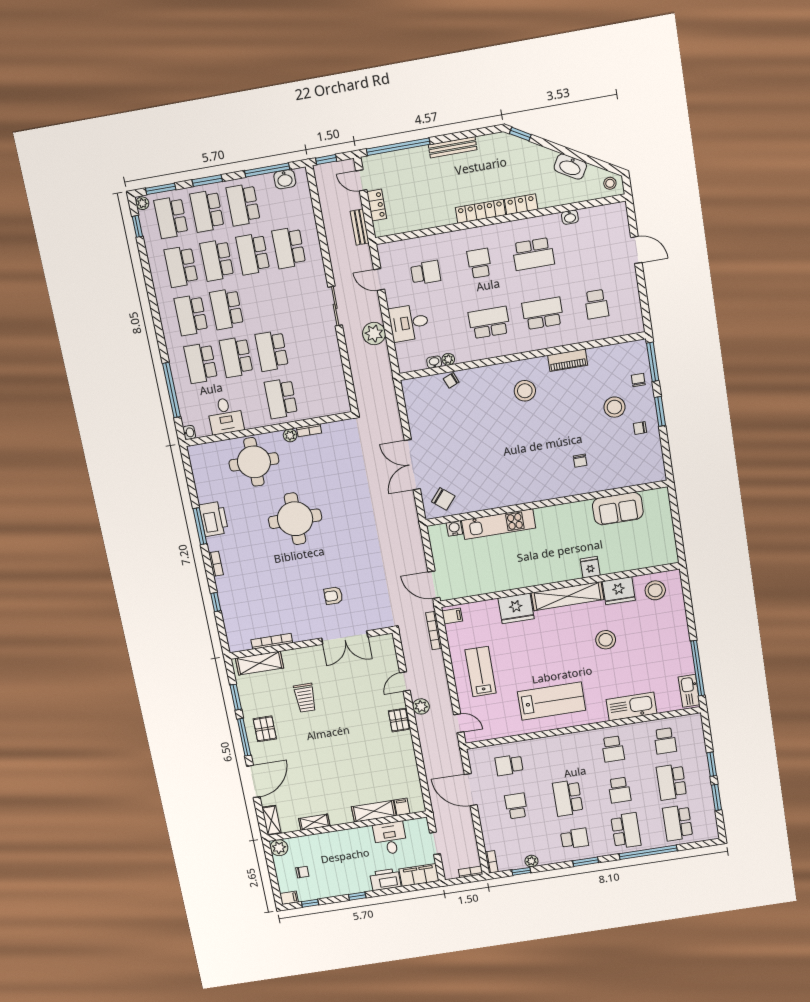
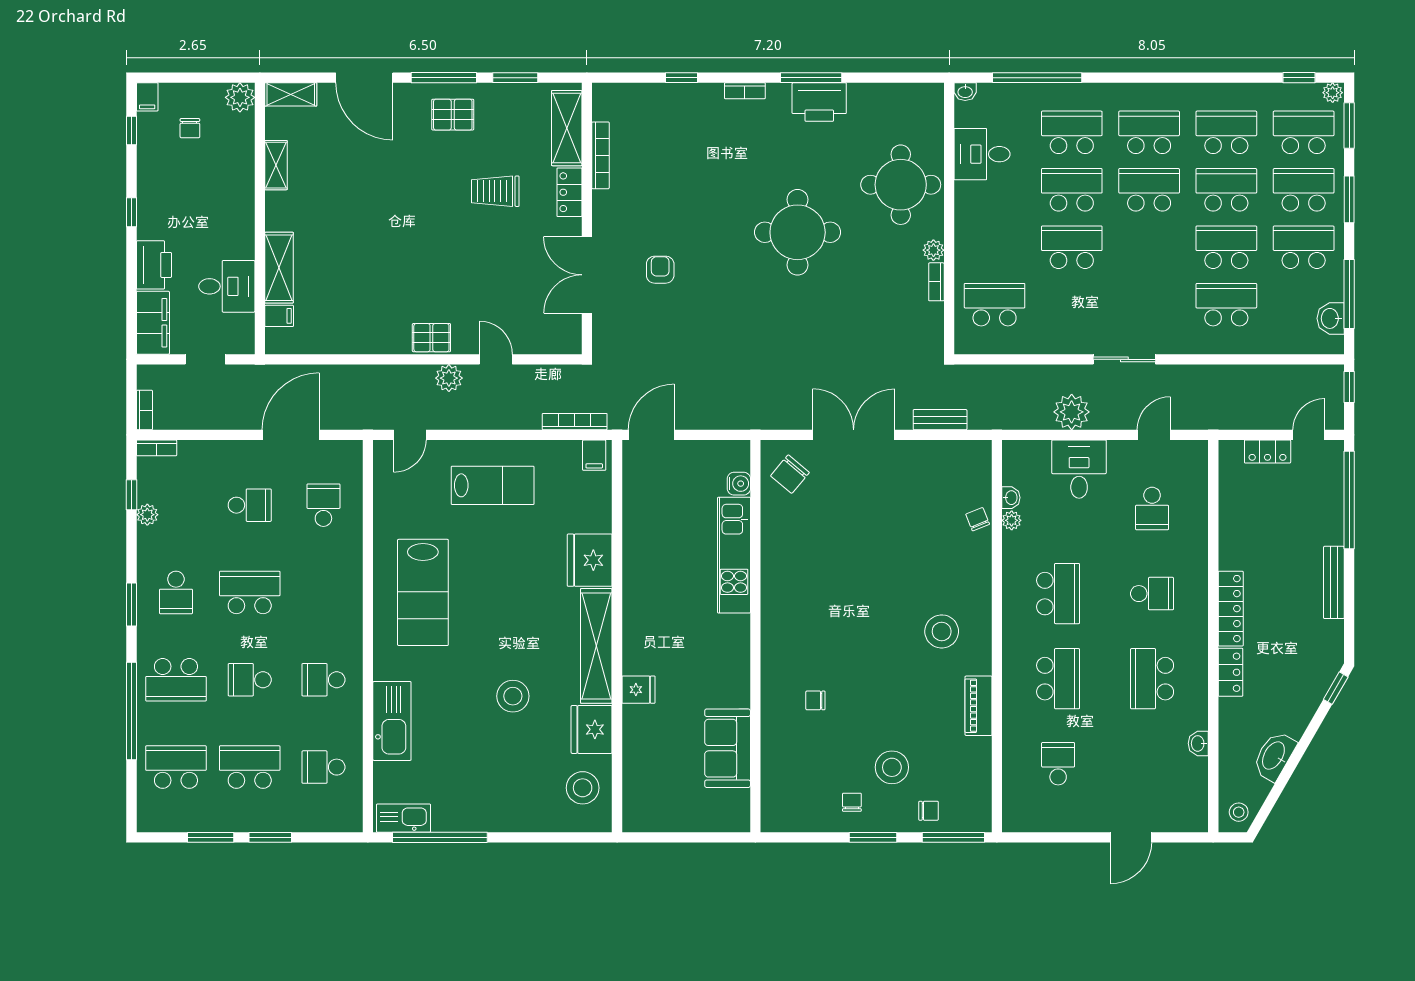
bench: (360, 227) -> (940, 420), moved
school desk: (596, 304) -> (1058, 764), turned 90
school desk: (281, 398) -> (995, 305), moved
locker: (297, 655) -> (569, 192), added

